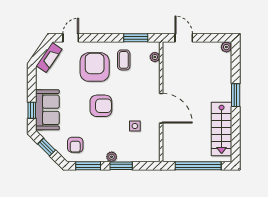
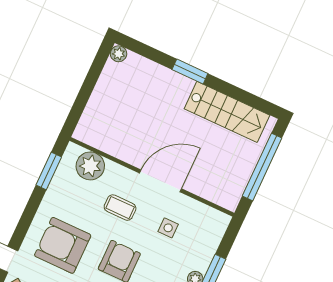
door: (184, 38) -> (79, 106), removed
plant: (155, 57) -> (90, 166), width x1.87, depth x1.87
coffee table: (124, 60) -> (120, 208), moved

